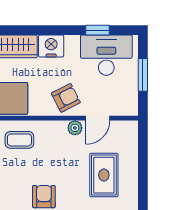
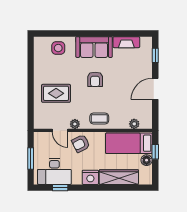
door: (98, 118) -> (60, 130), swing flipped
coffee table: (19, 140) -> (99, 119), moved
rug: (104, 175) -> (56, 93), turned 90

